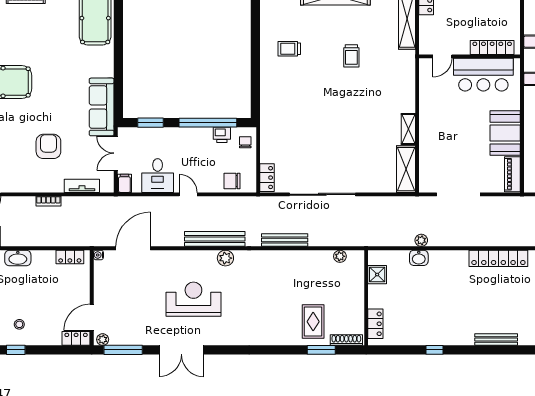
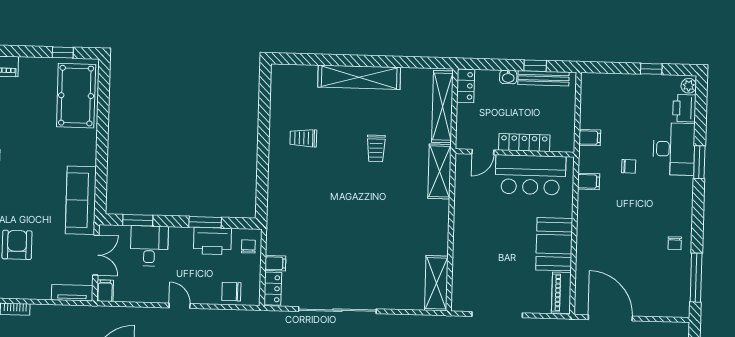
locker: (492, 47) -> (524, 143), moved
window: (208, 123) -> (205, 222), width x0.47
shelving: (408, 129) -> (440, 171), moved, width x1.50, depth x1.33
printer: (222, 135) -> (212, 241), width x1.87, depth x1.48
double door: (116, 153) -> (96, 255), swing flipped
filing cabinet: (269, 156) -> (275, 263), added
desk: (158, 176) -> (149, 246), moved, turned 180
tv unit: (82, 186) -> (72, 293), moved

